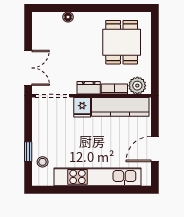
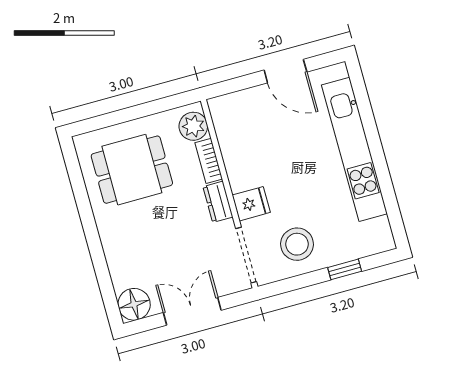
floor lamp: (68, 17) -> (134, 304), moved, width x1.89, depth x1.89
double door: (28, 68) -> (192, 311), moved
kitchen counter: (120, 107) -> (234, 144), removed
stool: (43, 162) -> (297, 244), moved, width x1.89, depth x1.89

